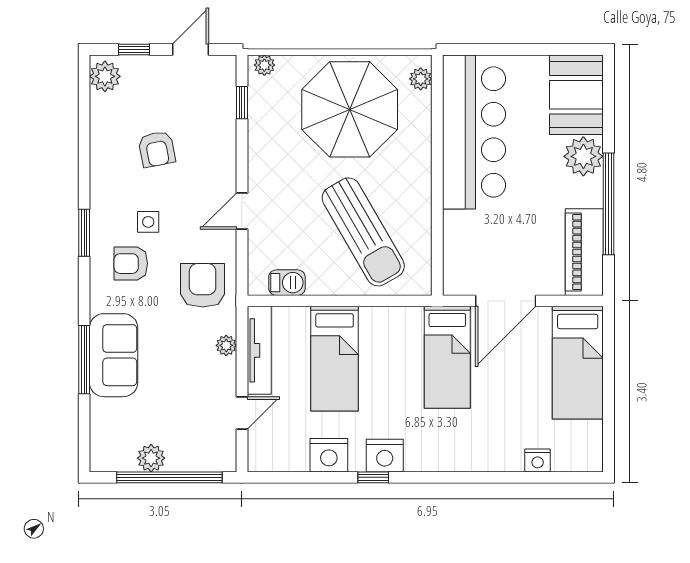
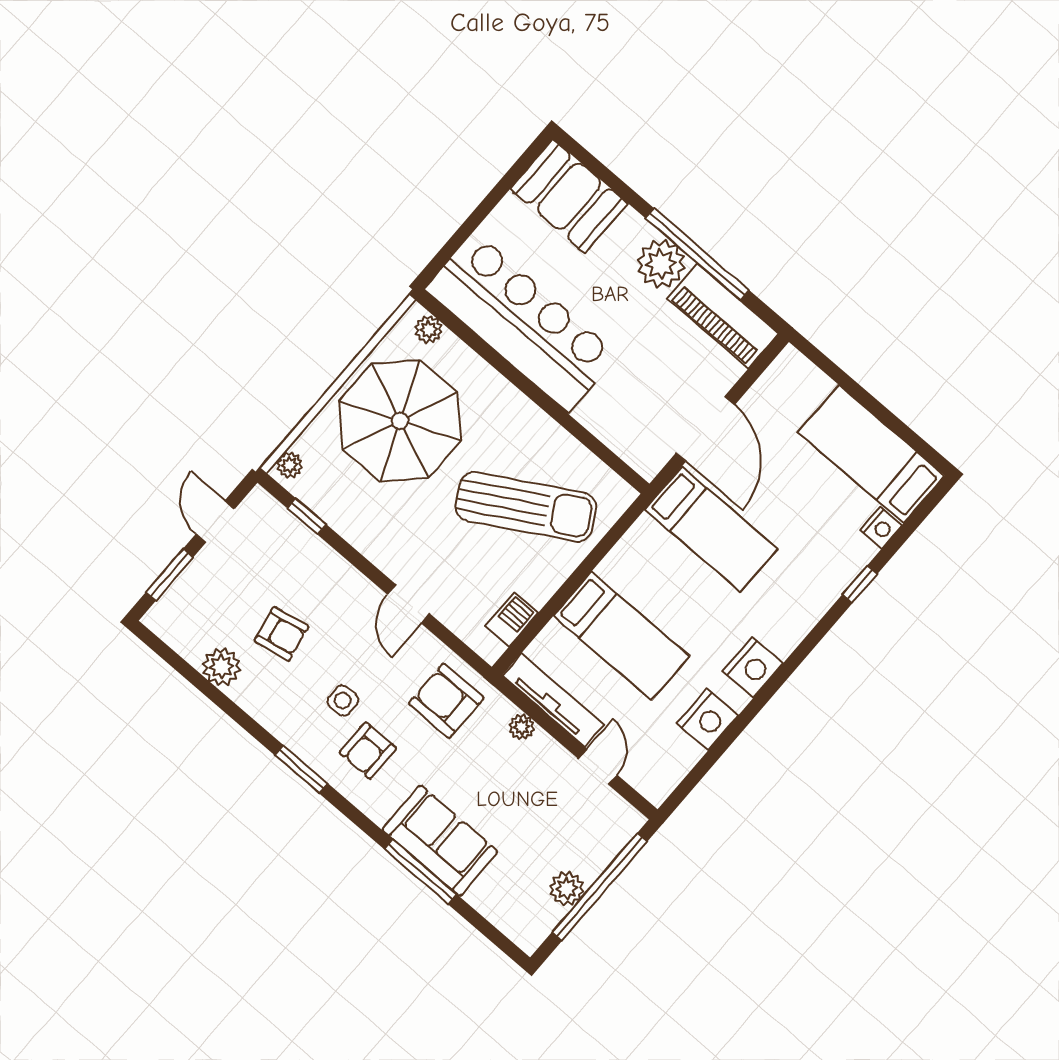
window: (134, 49) -> (170, 575), width x1.50
plant: (105, 76) -> (222, 667), moved
plant: (583, 156) -> (661, 264), moved
bed: (578, 363) -> (871, 454), moved, turned 180
window: (373, 477) -> (860, 584), moved

